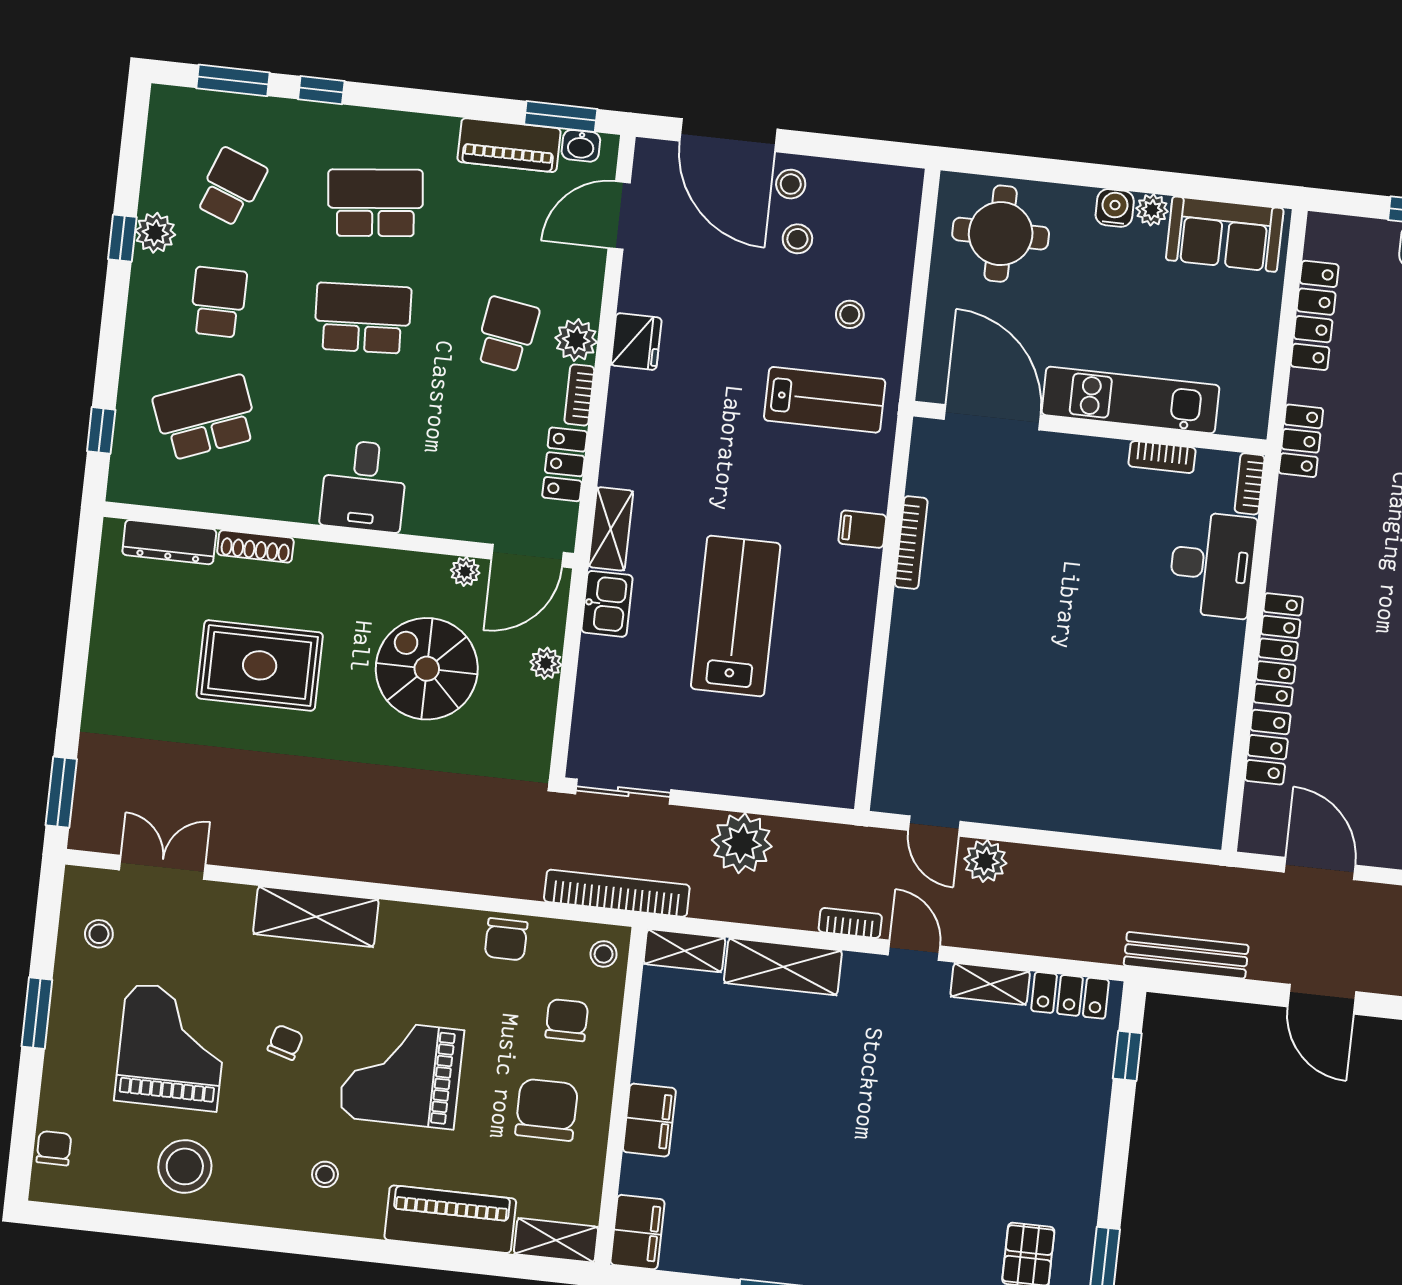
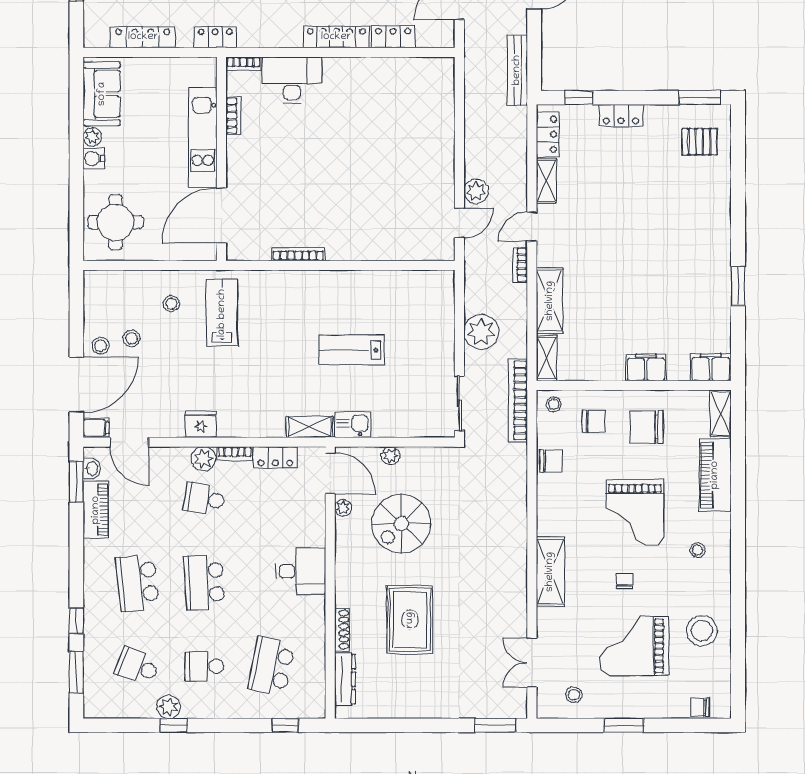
school desk: (206, 418) -> (271, 666), turned 33
filing cabinet: (862, 529) -> (96, 428), moved, turned -90
lab bench: (736, 616) -> (352, 350), width x0.73, depth x0.72
chair: (567, 1020) -> (594, 421), turned 180
chair: (285, 1042) -> (624, 581), turned 74
locker: (1089, 1125) -> (621, 115), added

